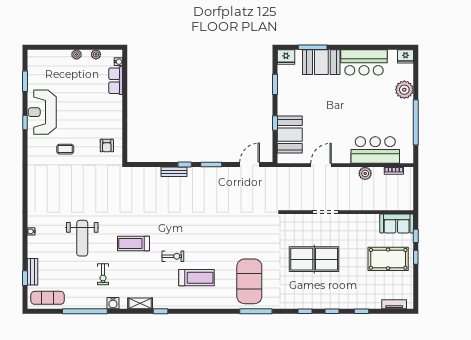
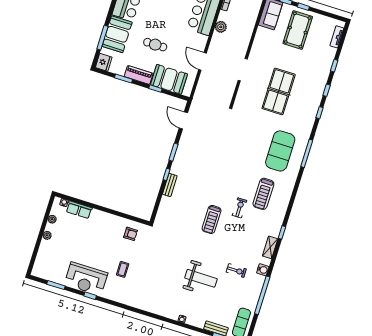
piano: (284, 100) -> (139, 75), added
cafe table: (323, 108) -> (155, 45), added
treadmill: (134, 243) -> (212, 219), moved
treadmill: (197, 278) -> (263, 194), turned 180
exercise mat: (249, 281) -> (280, 151), turned 90

